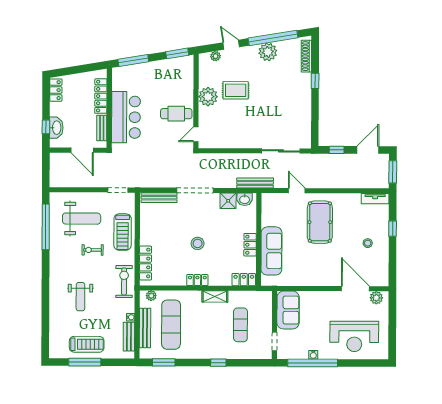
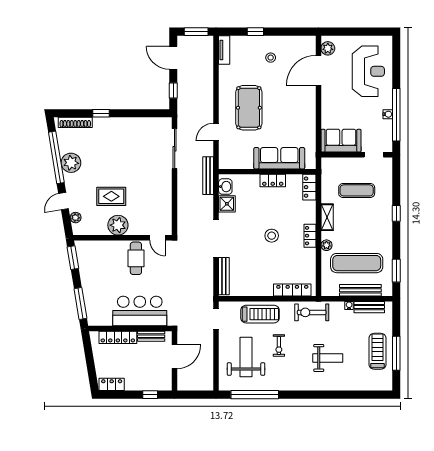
rug: (236, 90) -> (111, 196), turned 90
washbasin: (56, 128) -> (151, 384), removed
pool table: (320, 222) -> (249, 108), turned 90
plant: (151, 296) -> (326, 245), moved

